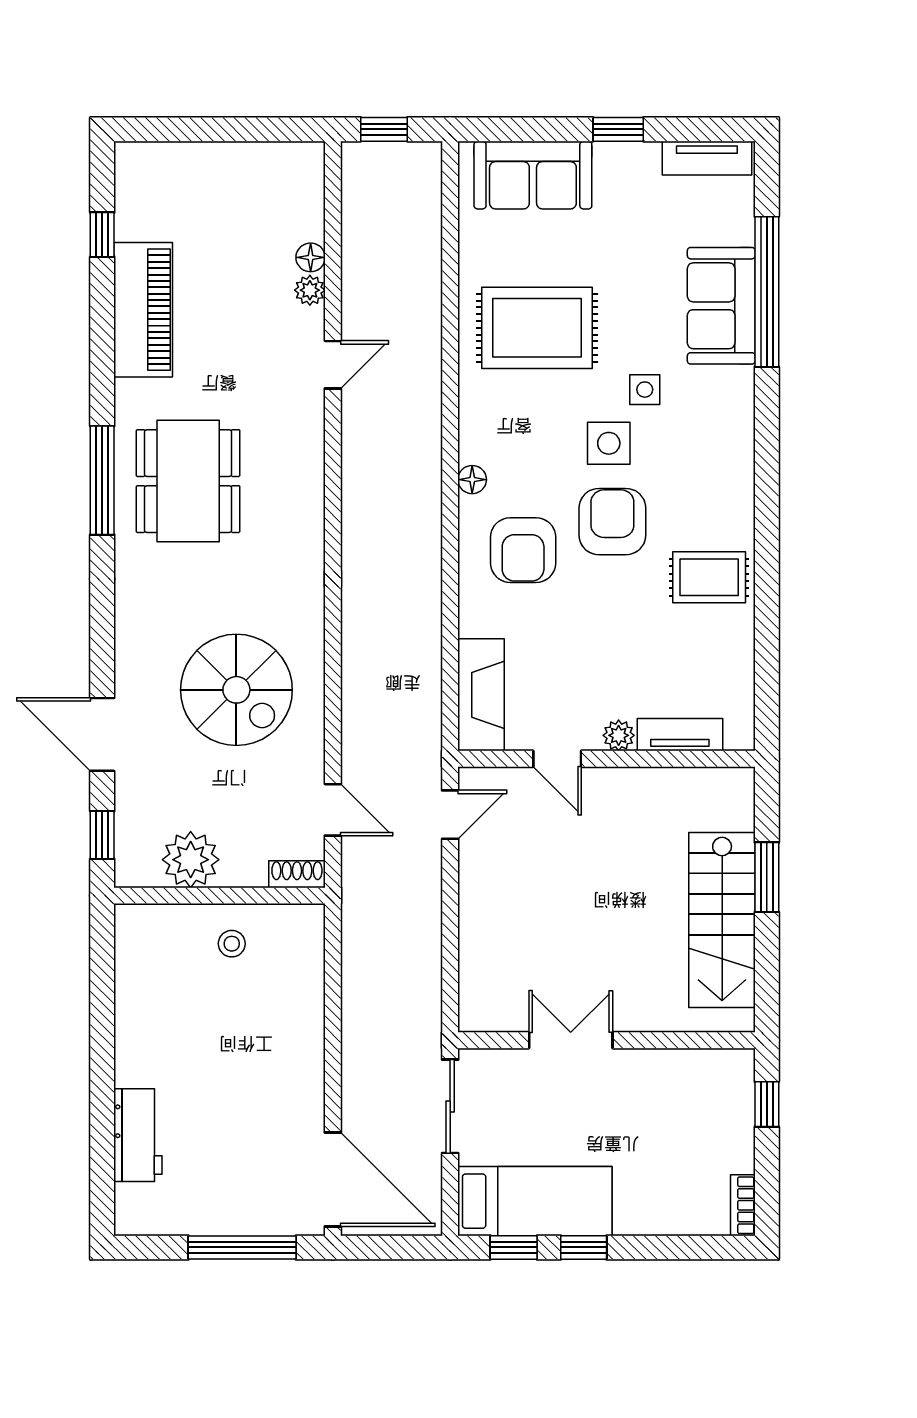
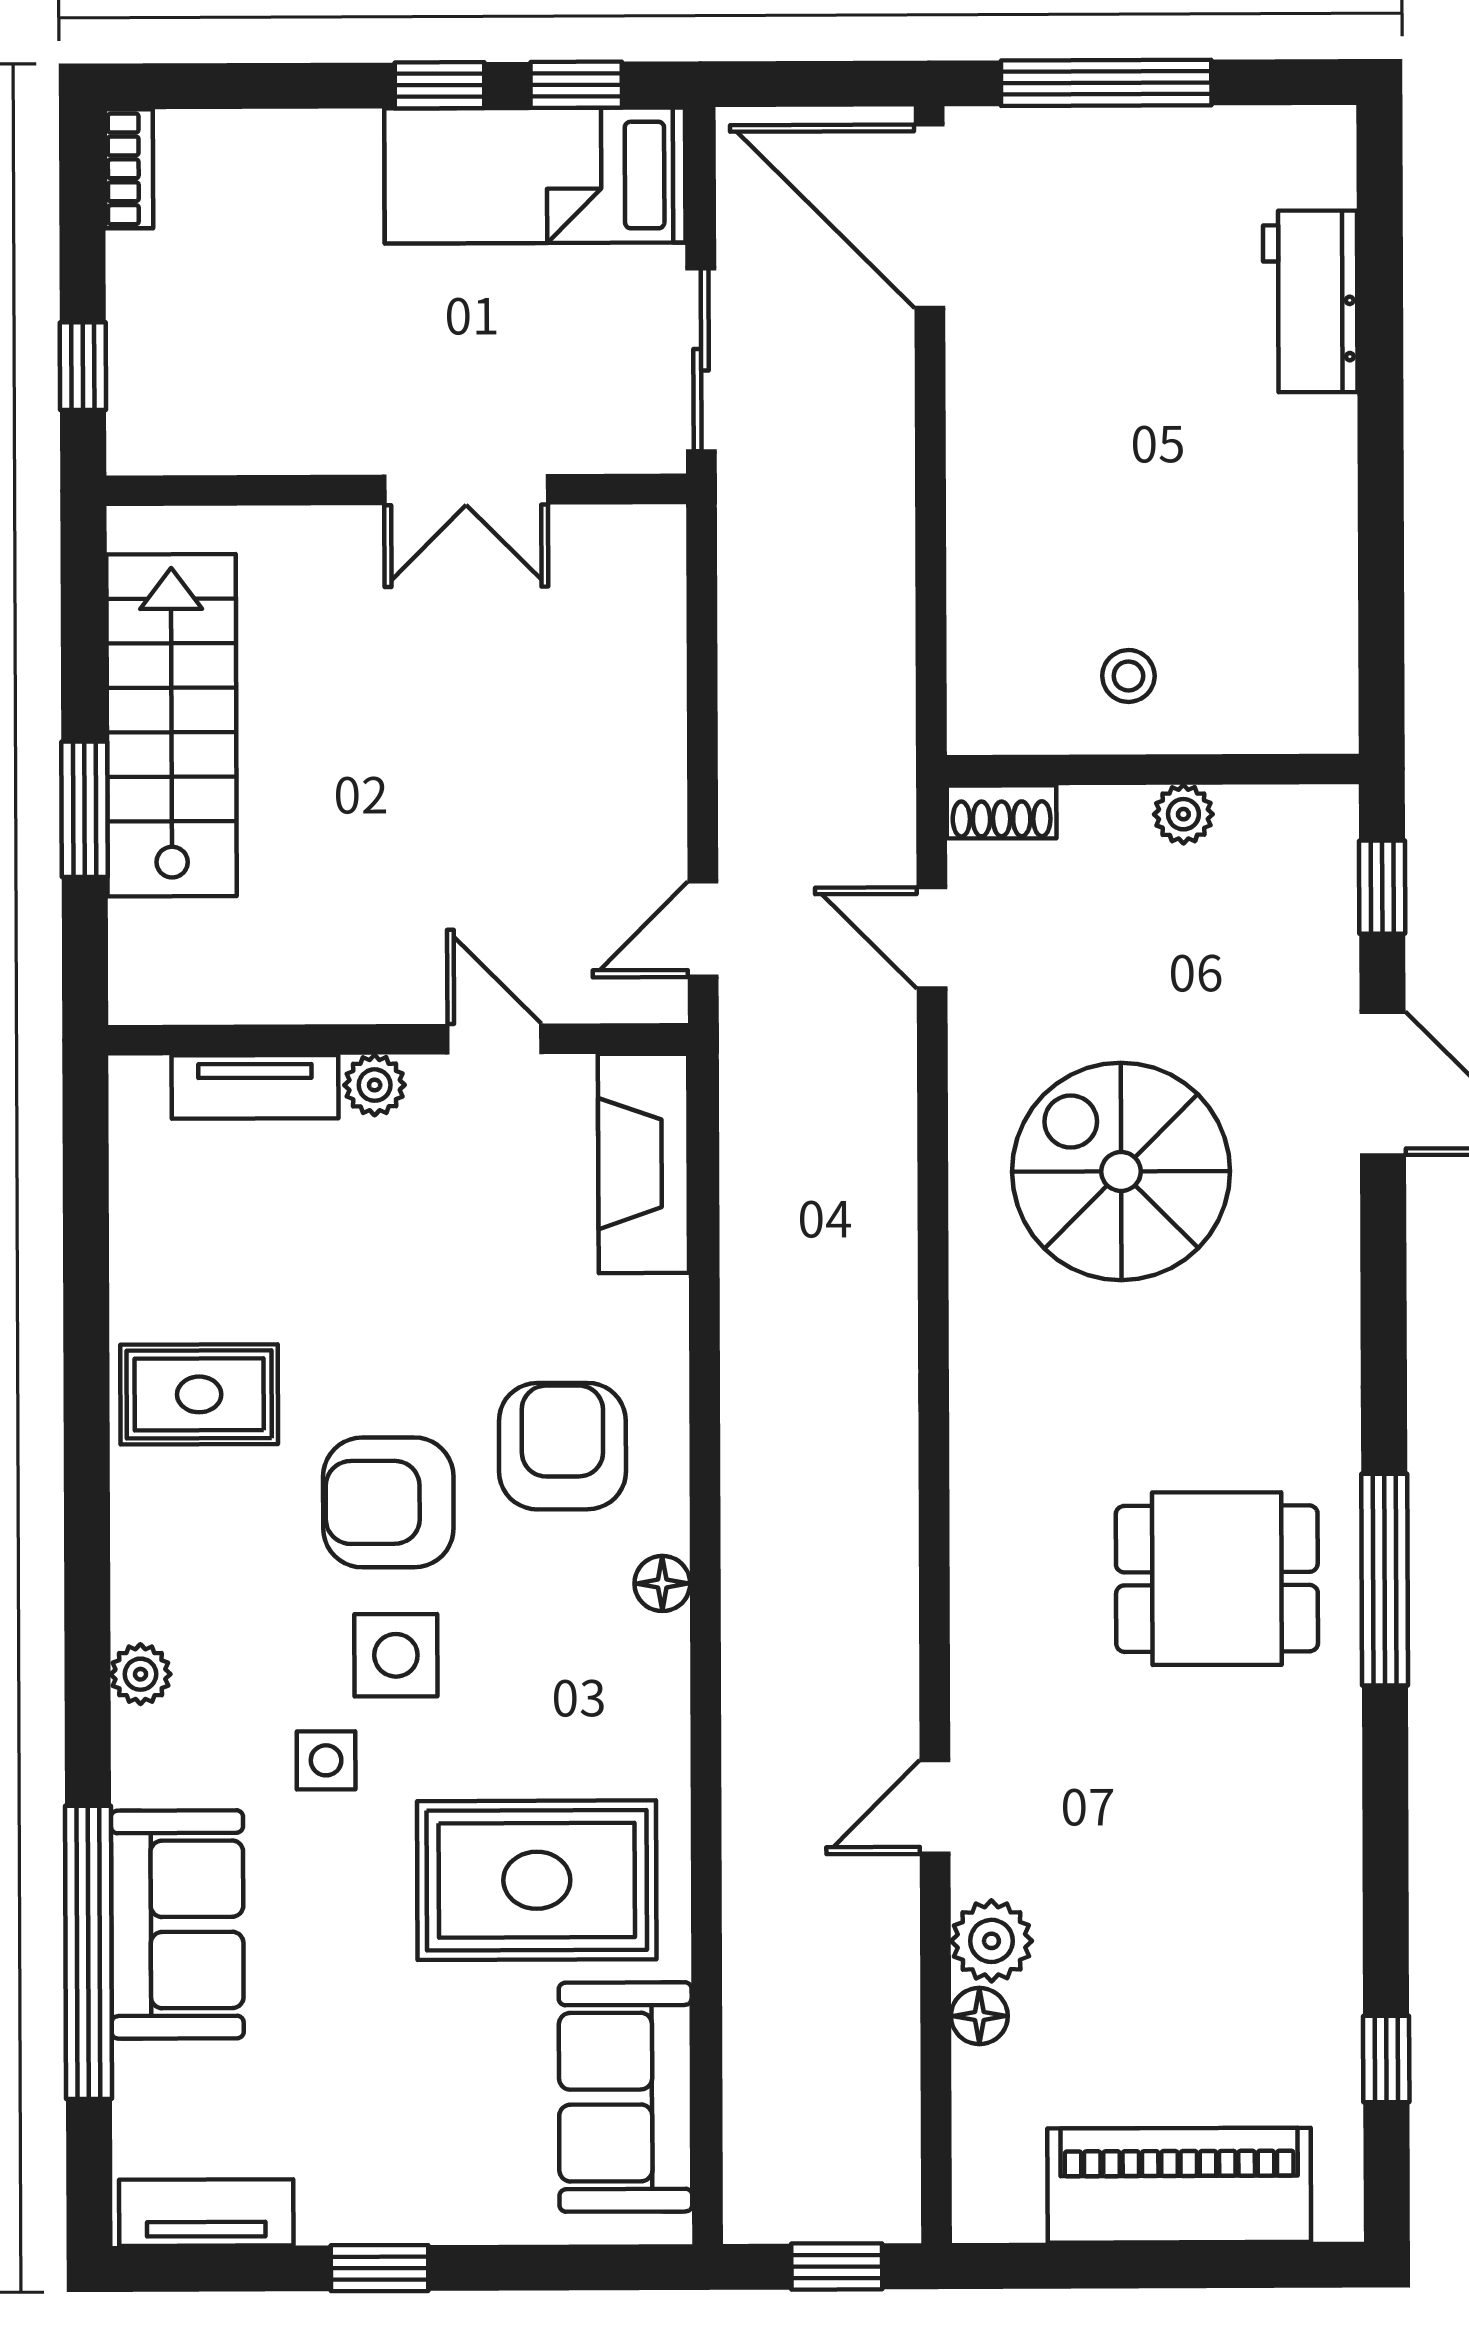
sofa: (533, 175) -> (626, 2097), moved, turned -90
plant: (310, 290) -> (991, 1941), width x1.38, depth x1.38
piano: (143, 310) -> (1179, 2185), moved, turned 90
plant: (740, 434) -> (140, 1674), added
dining table: (188, 481) -> (1217, 1579), width x0.73
armchair: (612, 522) -> (388, 1502), turned 90
plant: (191, 860) -> (1183, 814), width x0.53, depth x0.53

